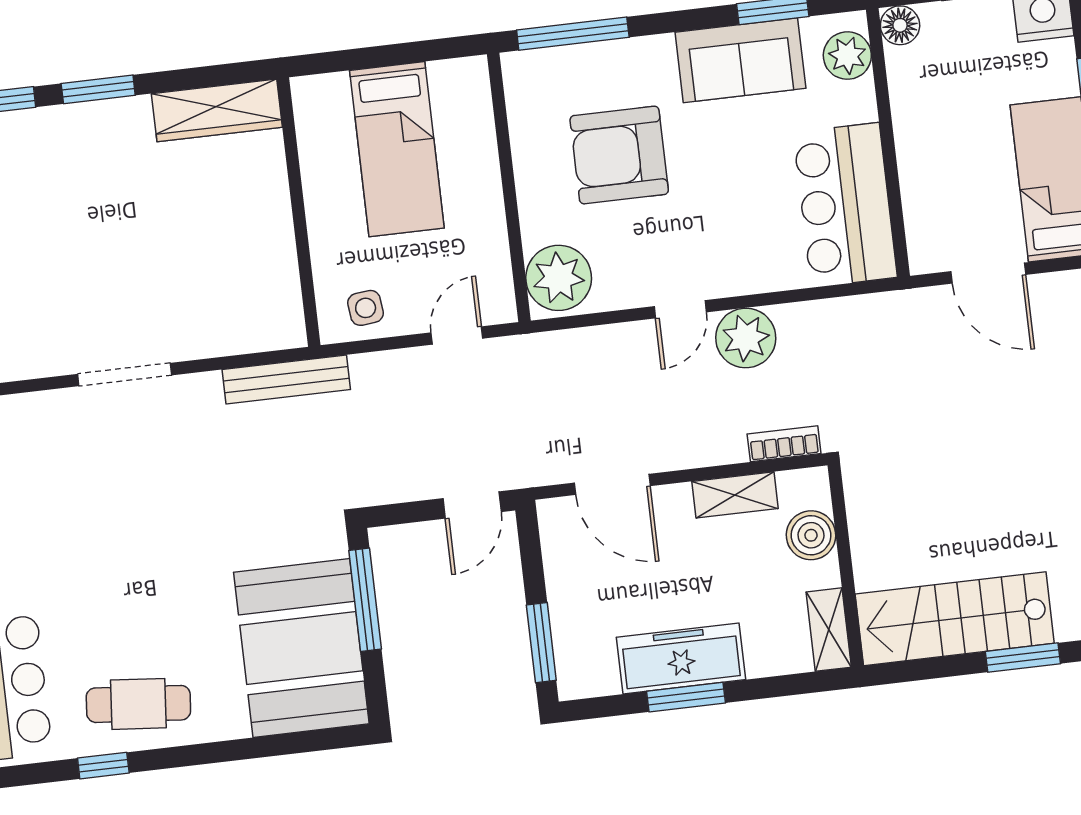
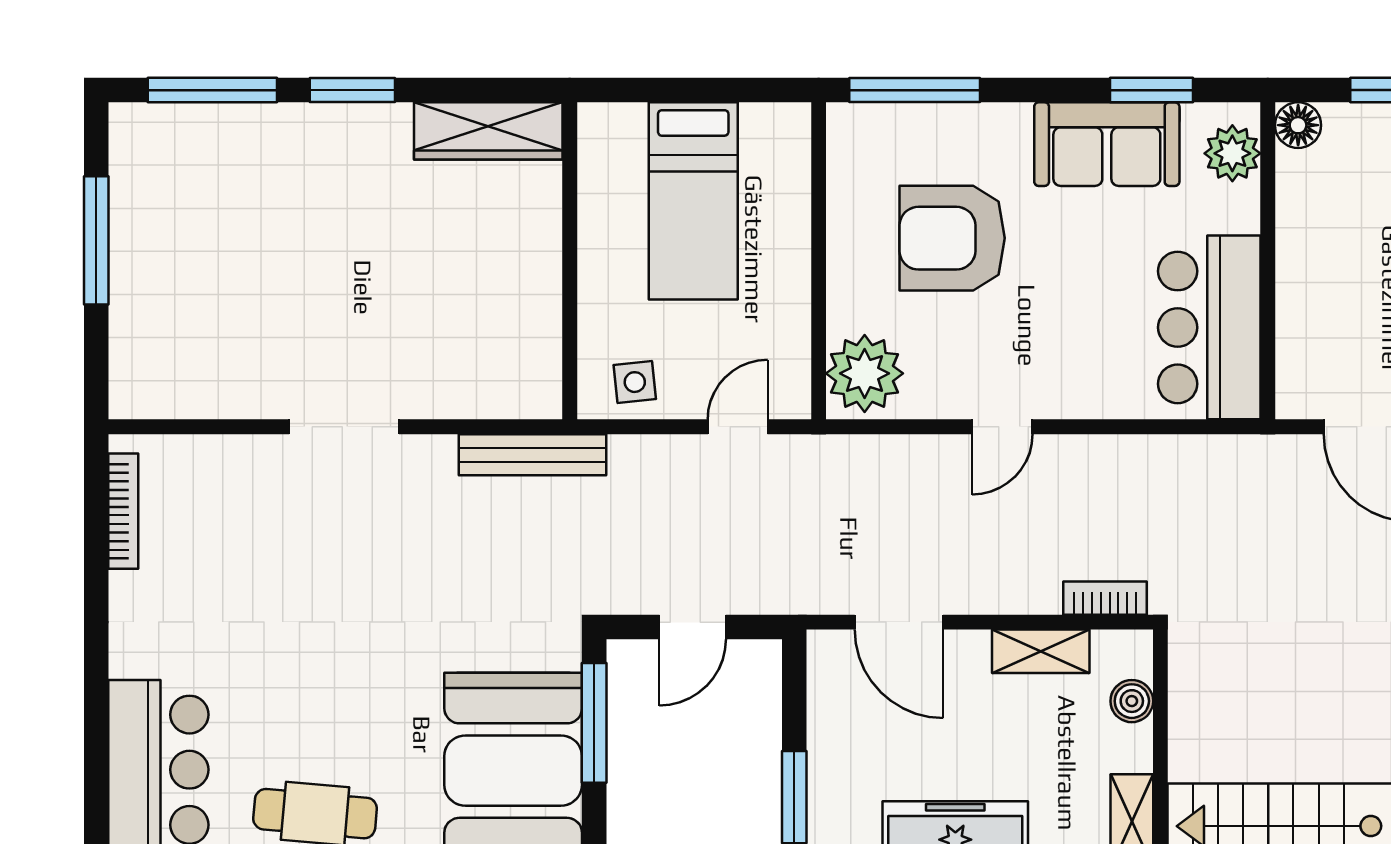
plant: (746, 338) -> (1075, 469), removed
door: (472, 505) -> (693, 627), moved
boiler: (811, 535) -> (1132, 701), width x0.73, depth x0.73

